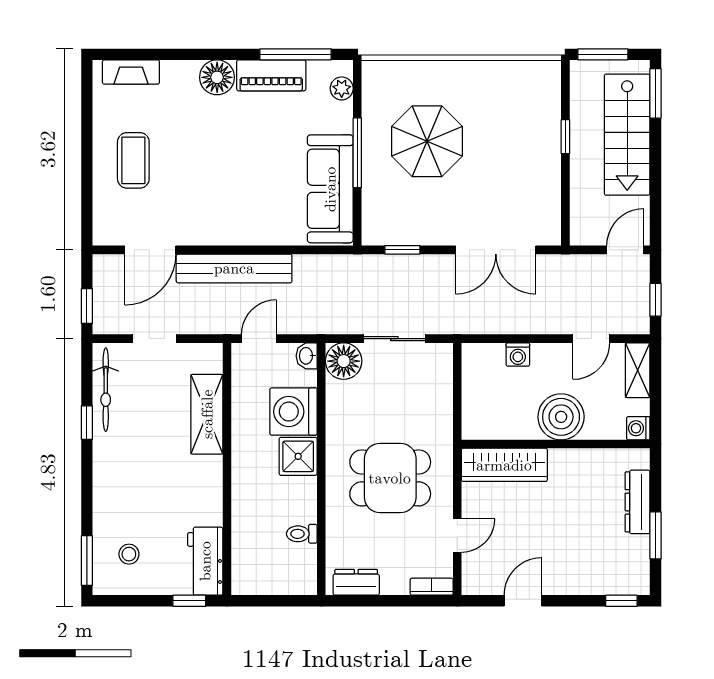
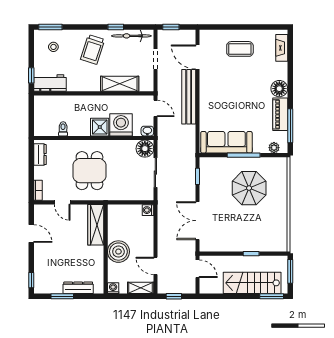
door: (625, 250) -> (198, 269), moved
washing machine: (518, 355) -> (148, 210), moved
trolley: (134, 471) -> (93, 49), added

